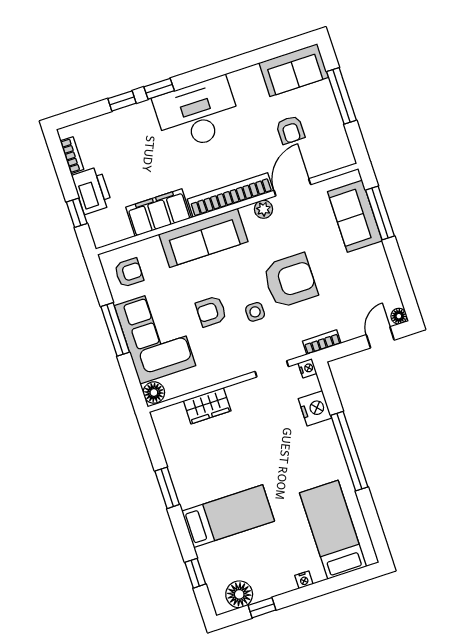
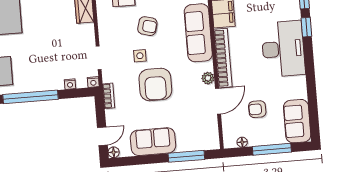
floor lamp: (342, 140) -> (242, 142), added
door: (292, 187) -> (218, 101), hinge flipped
sofa: (355, 216) -> (153, 142), moved
armchair: (211, 311) -> (147, 26), turned 105
door: (380, 337) -> (102, 136), hinge flipped
nightstand: (315, 408) -> (70, 84), width x0.53, depth x0.56

